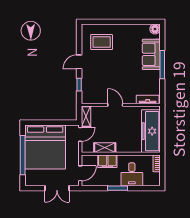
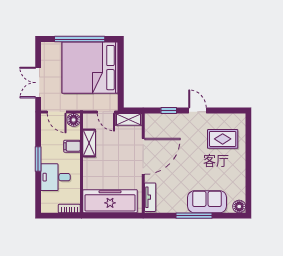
rug: (102, 42) -> (223, 139), turned 90
door: (115, 105) -> (143, 156), width x1.87
floor lamp: (87, 160) -> (74, 120), added
filing cabinet: (107, 161) -> (72, 146), width x0.50

